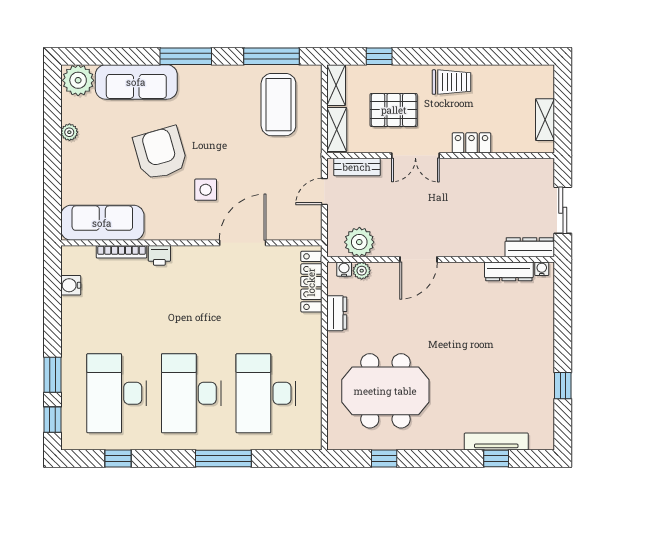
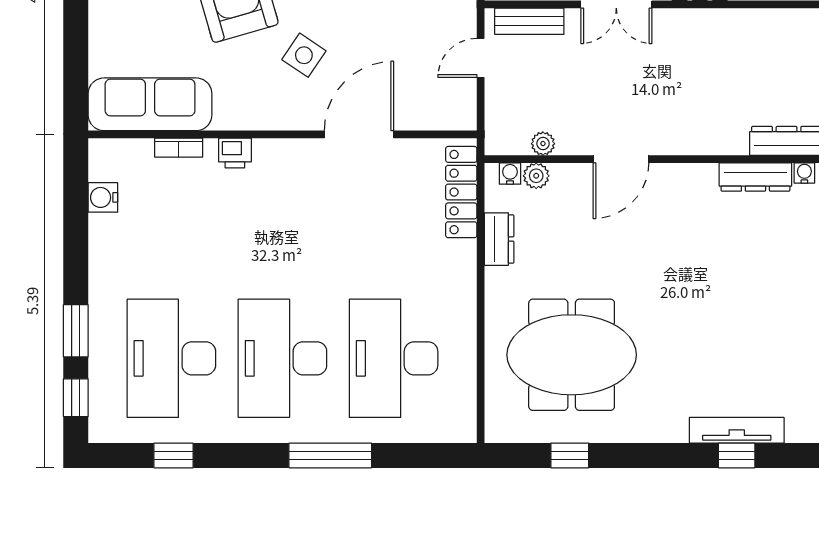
side table: (206, 190) -> (304, 55), turned 34
plant: (359, 242) -> (543, 144), width x0.53, depth x0.53
bookcase: (122, 252) -> (179, 148), width x0.64

